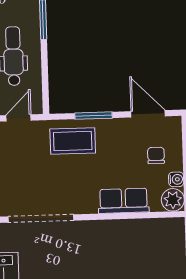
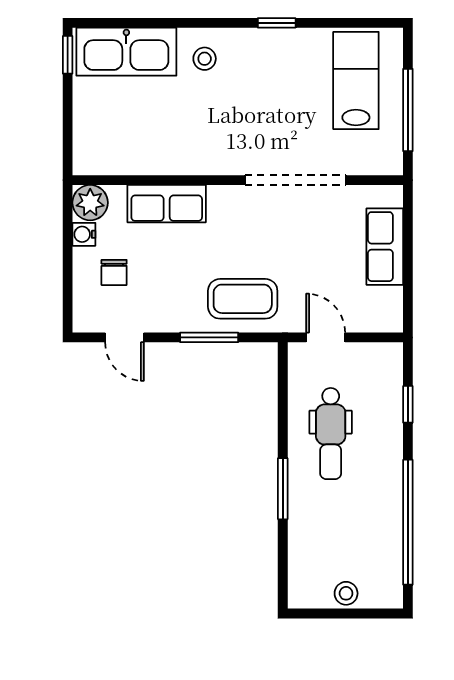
door: (148, 114) -> (124, 337), width x0.73
door: (19, 118) -> (326, 337), swing flipped

